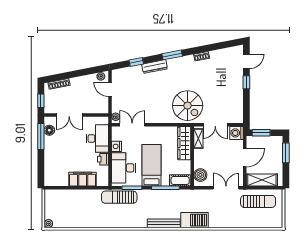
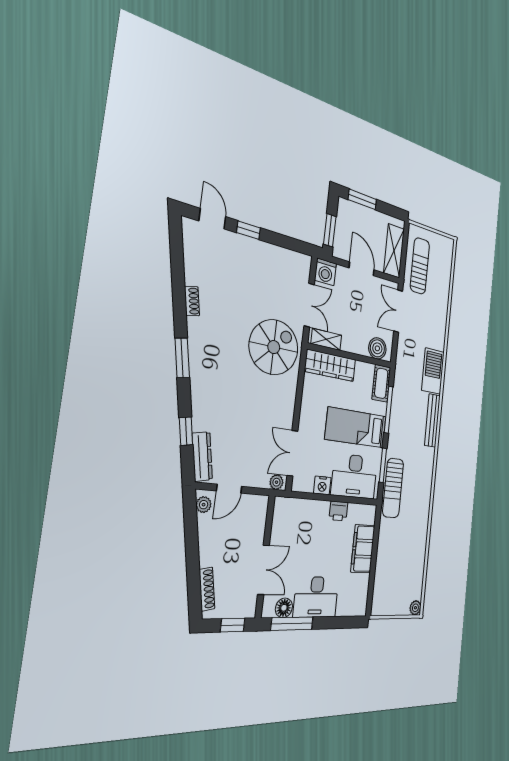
dresser: (155, 67) -> (202, 456), moved
desk: (97, 139) -> (316, 597), moved, turned 180

